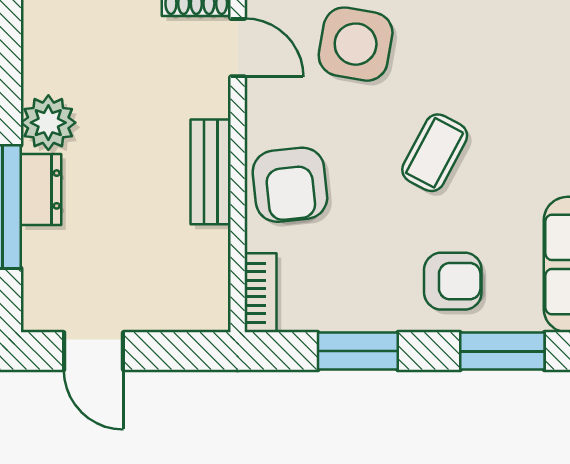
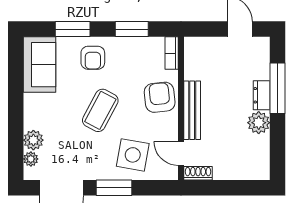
coffee table: (435, 153) -> (100, 110), width x1.36, depth x1.30
bench: (211, 172) -> (192, 110), width x1.36
armchair: (453, 281) -> (93, 58), turned -90

